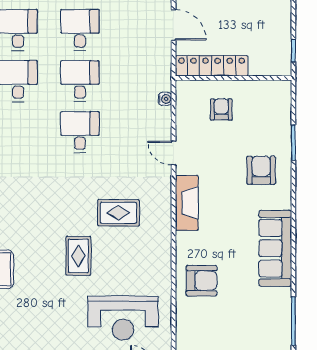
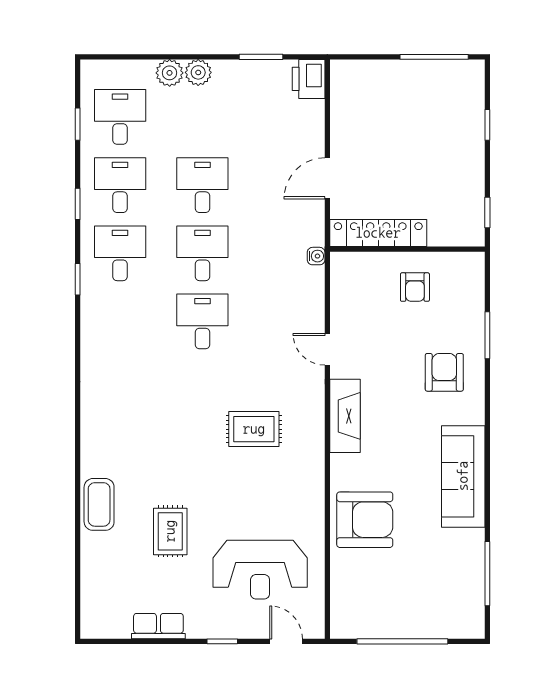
door: (174, 25) -> (327, 178), swing flipped
water cooler: (165, 99) -> (316, 256), moved
armchair: (221, 109) -> (415, 287), moved, turned 180
rug: (78, 256) -> (170, 531), moved
armchair: (202, 281) -> (365, 520), width x1.36, depth x1.36

